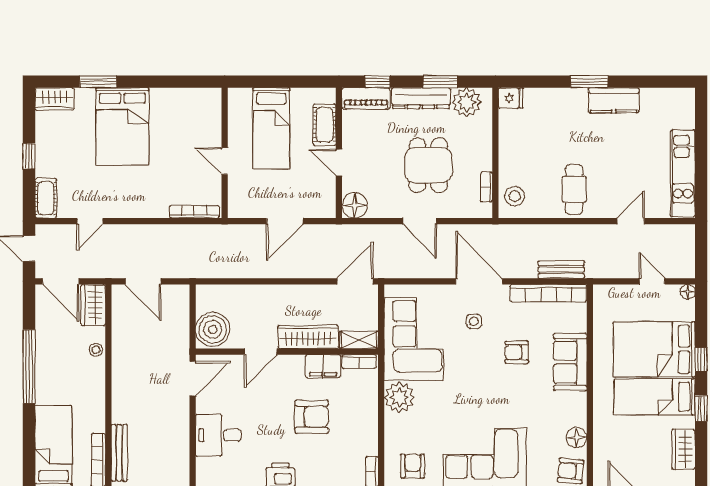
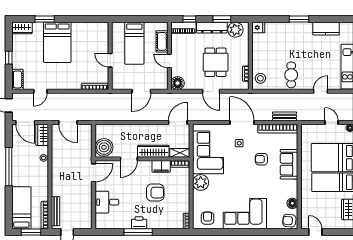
kitchen counter: (614, 100) -> (326, 29), moved

